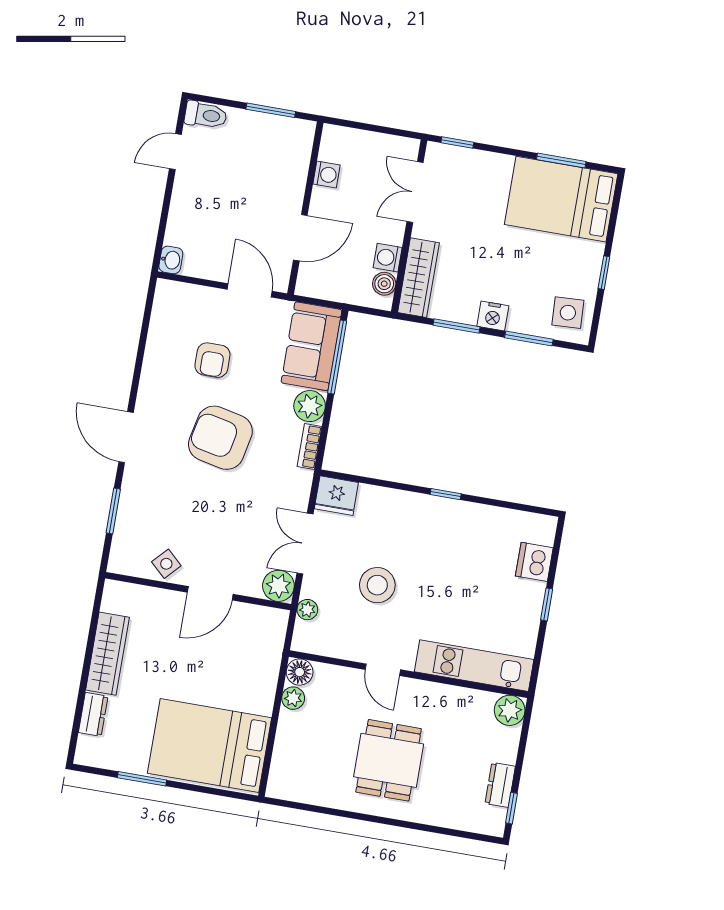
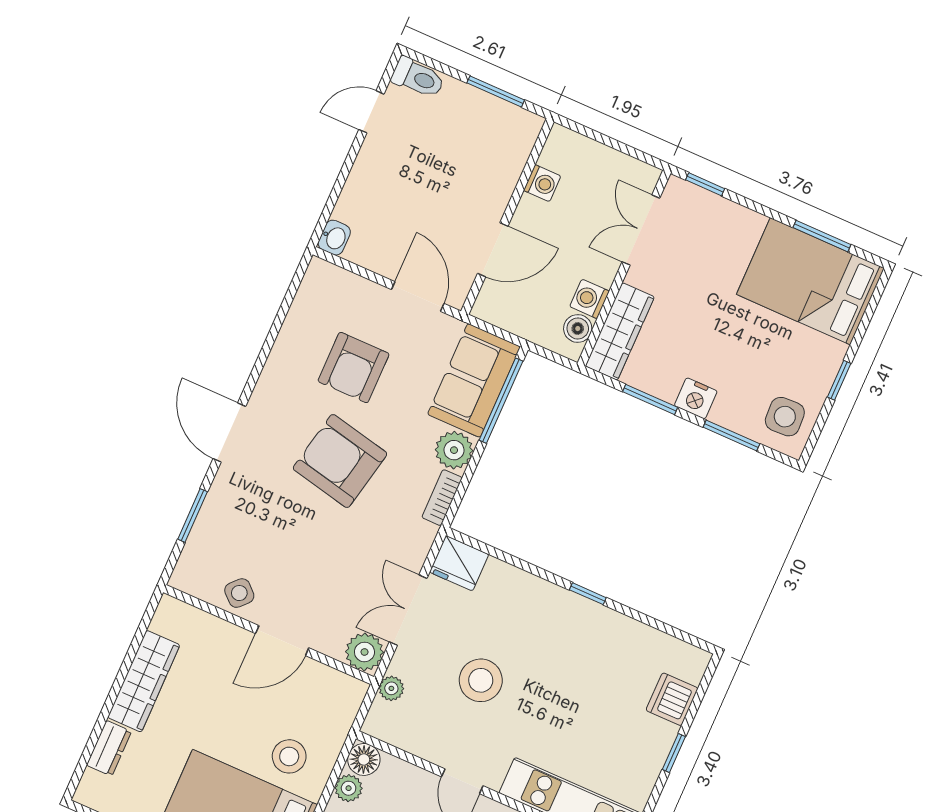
armchair: (212, 360) -> (354, 368), width x1.38, depth x1.38
stool: (239, 685) -> (289, 756), added

